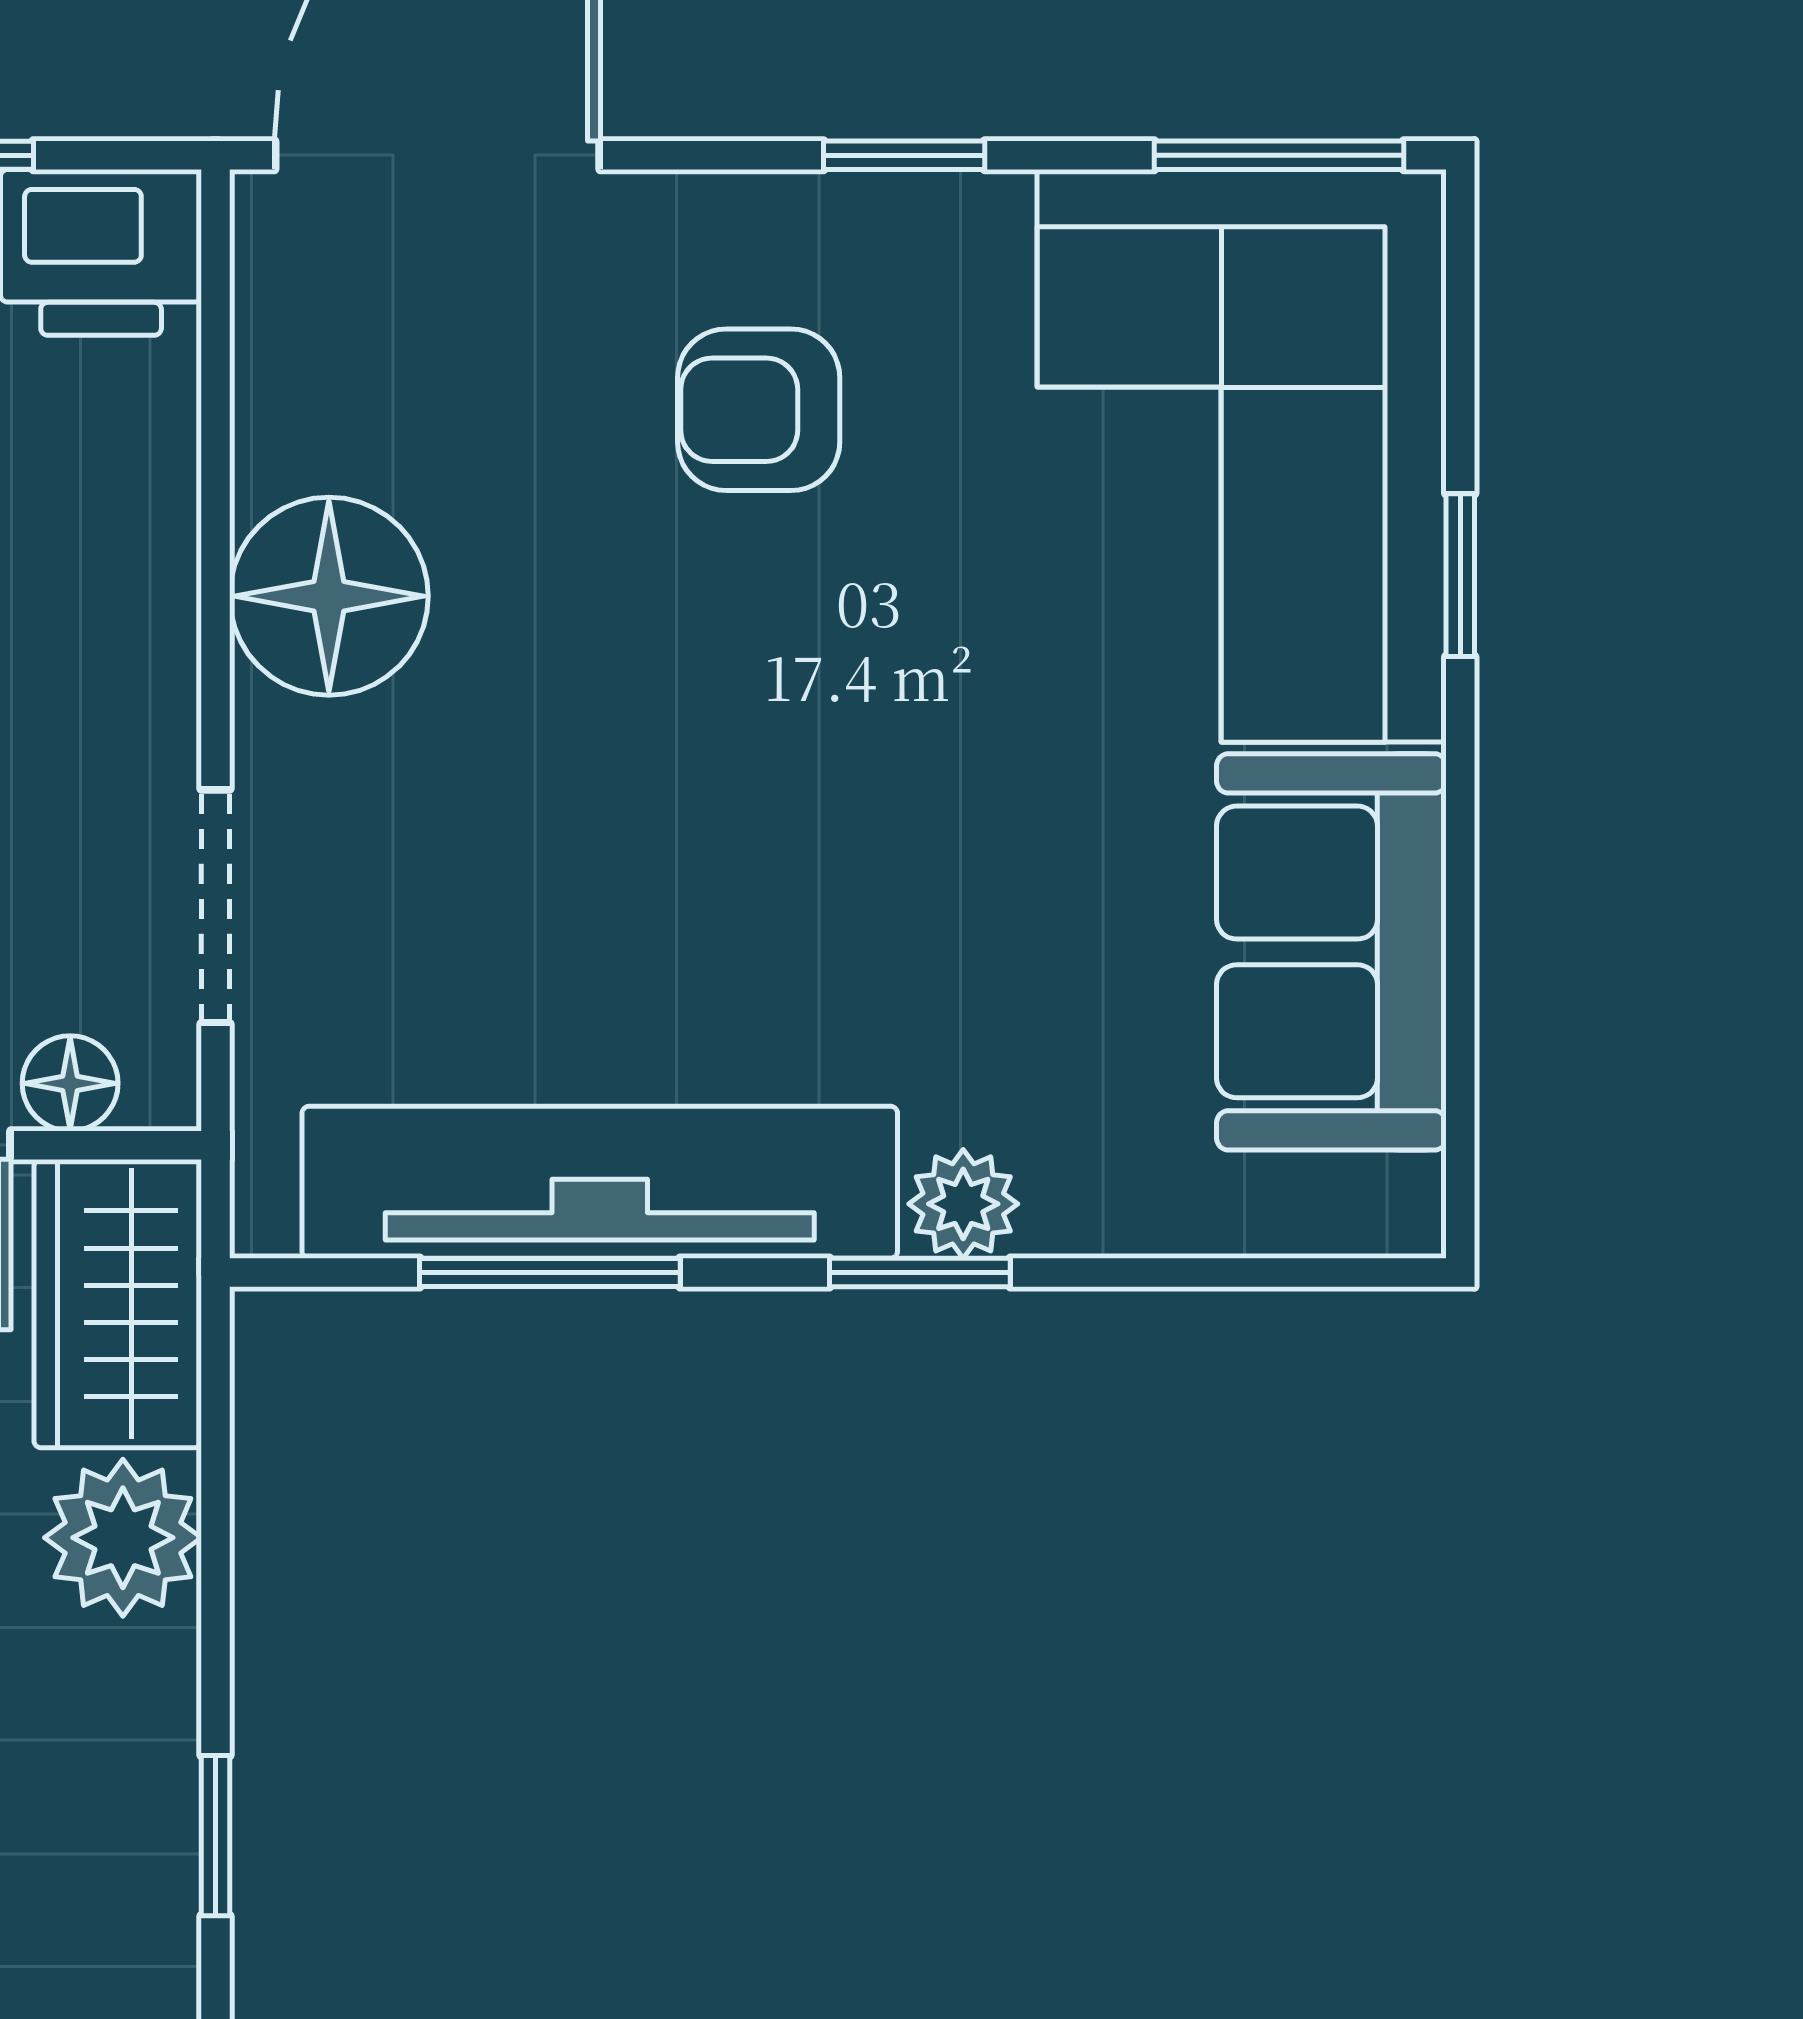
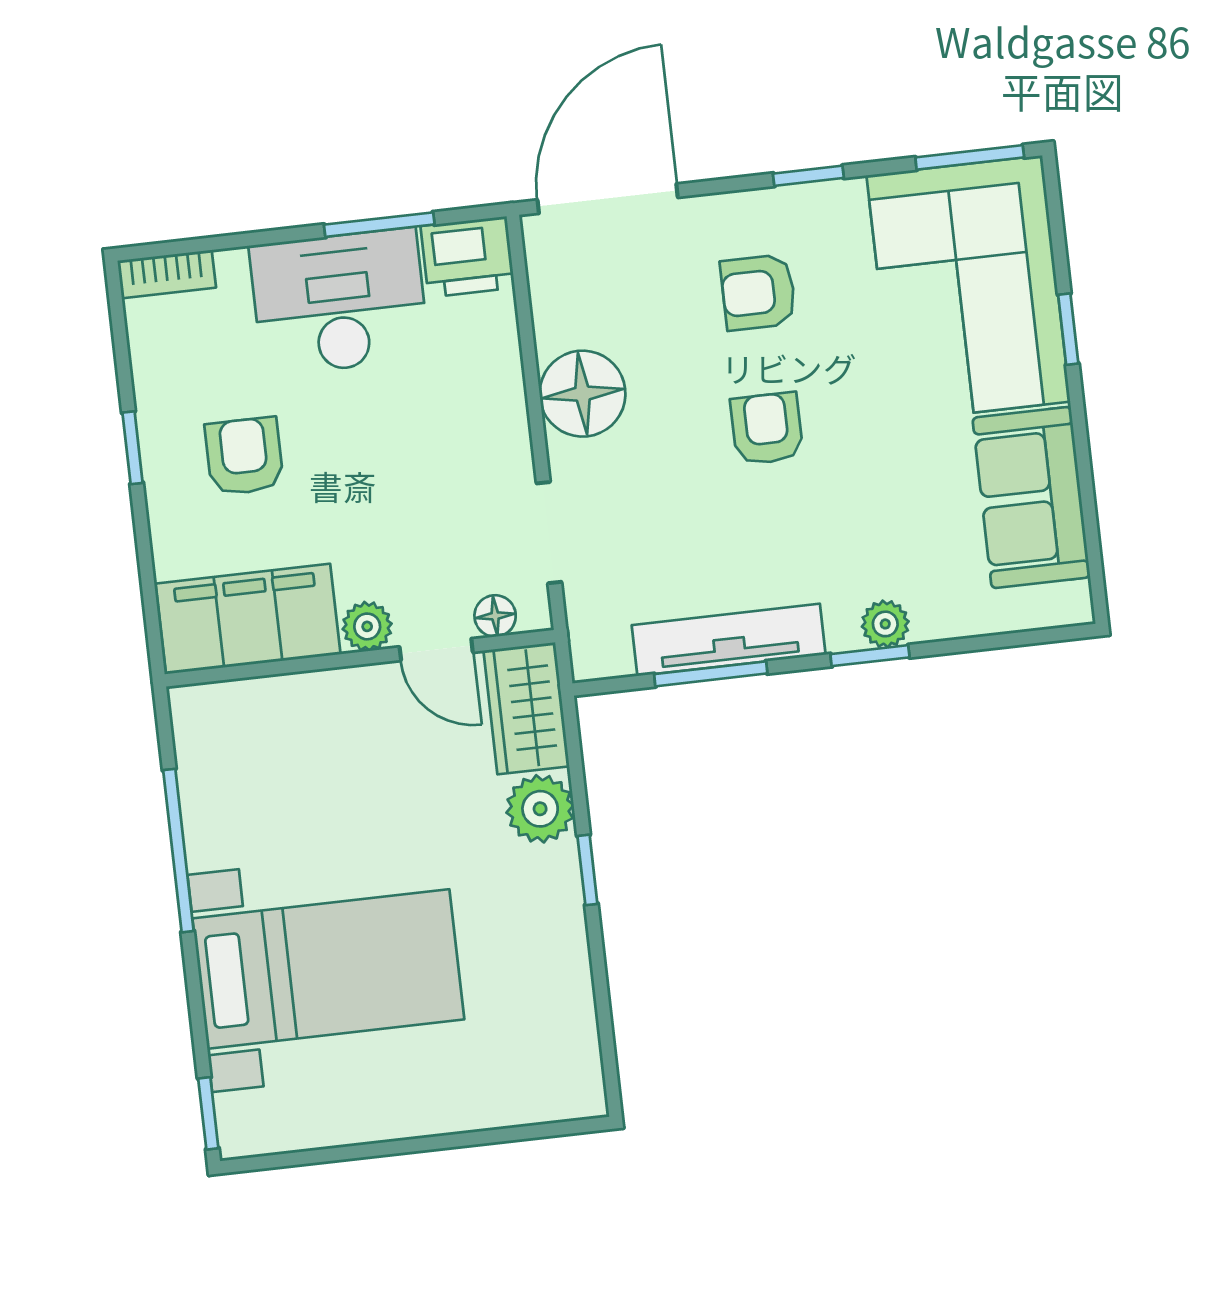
armchair: (742, 724) -> (767, 429), added
tv unit: (600, 1182) -> (729, 640), width x0.73, depth x0.78
window: (216, 1836) -> (587, 870), moved

